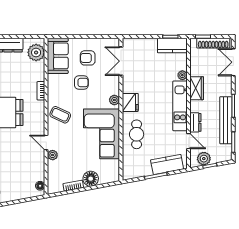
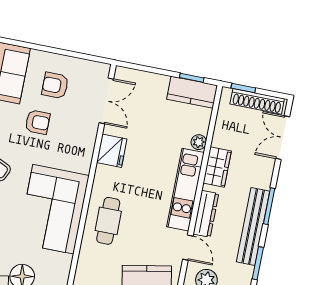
double door: (121, 61) -> (106, 101), swing flipped
plant: (114, 100) -> (84, 160), removed
fridge: (130, 102) -> (112, 151), moved
dresser: (195, 122) -> (206, 214), width x1.44

